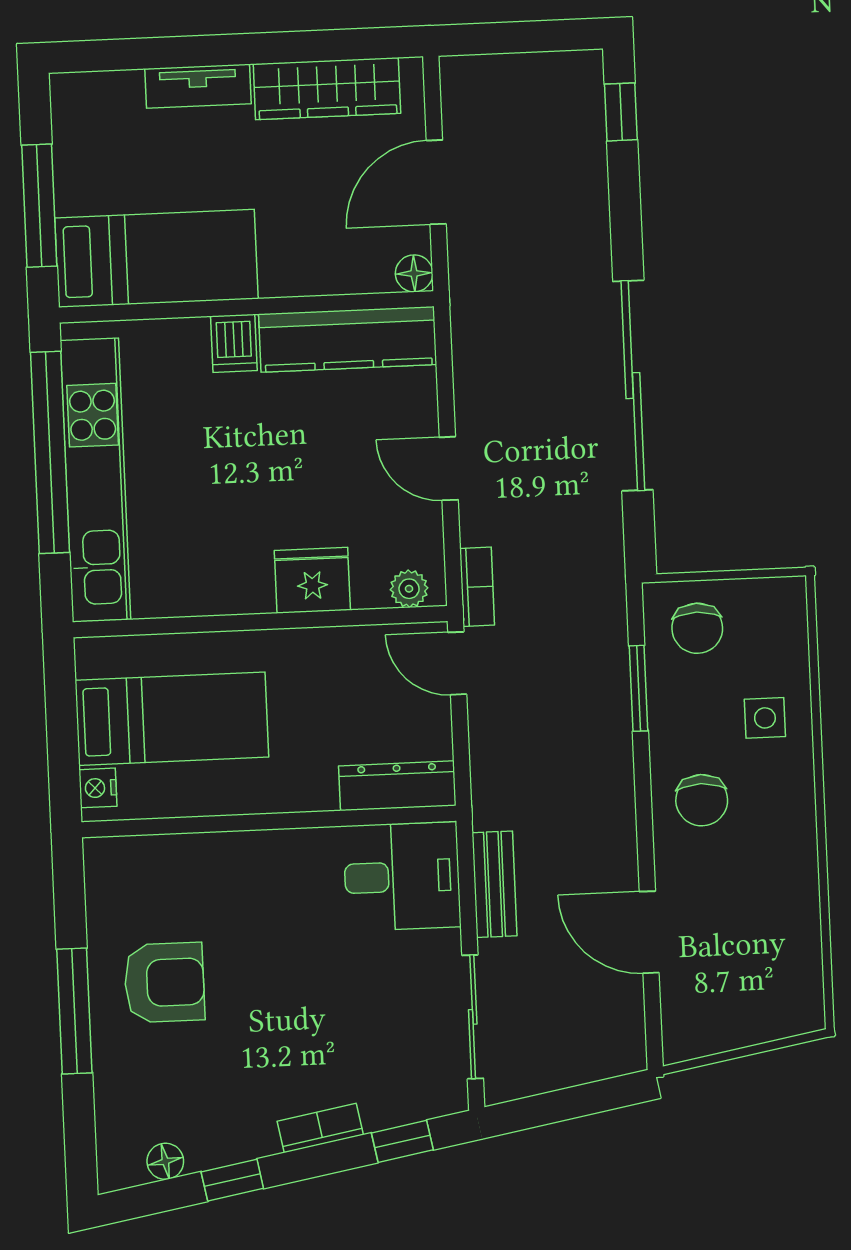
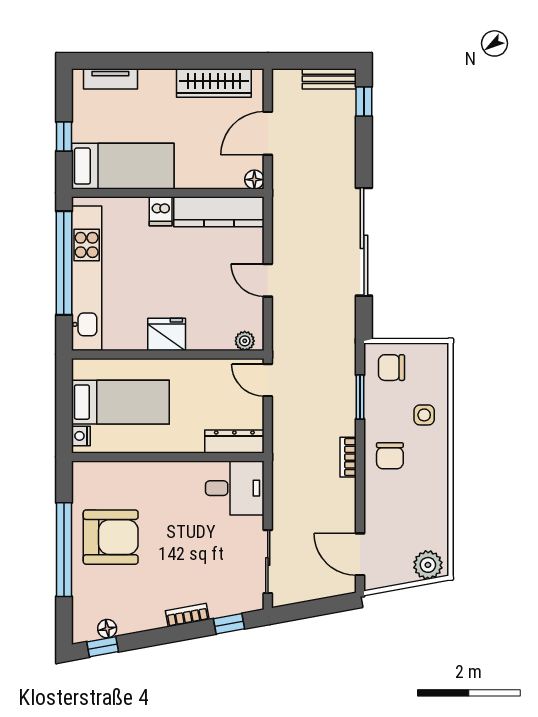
tv unit: (198, 86) -> (110, 79), moved
window: (39, 206) -> (64, 136), width x0.46
fridge: (312, 580) -> (167, 334), moved
bookcase: (477, 587) -> (348, 457), moved, turned 180
chair: (697, 628) -> (391, 368), turned 90
bench: (495, 884) -> (329, 79), moved, turned 90
door: (649, 932) -> (360, 554), moved
armchair: (164, 983) -> (111, 537), width x1.36, depth x1.36
plant: (785, 1010) -> (428, 565), added
window: (74, 1011) -> (64, 550), width x1.46
window: (232, 1180) -> (103, 647), moved

